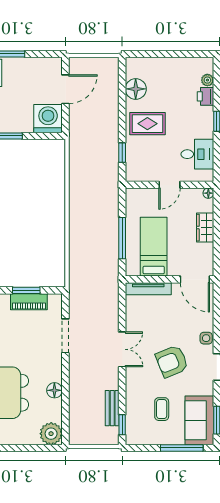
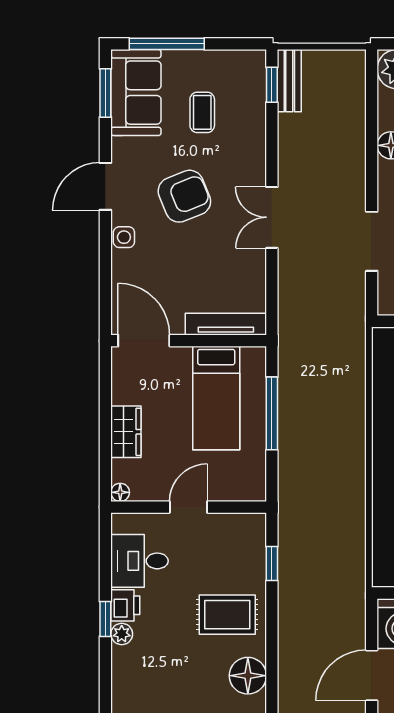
plant: (207, 80) -> (122, 634), moved
printer: (205, 96) -> (125, 605), moved
bench: (112, 408) -> (289, 81), moved

